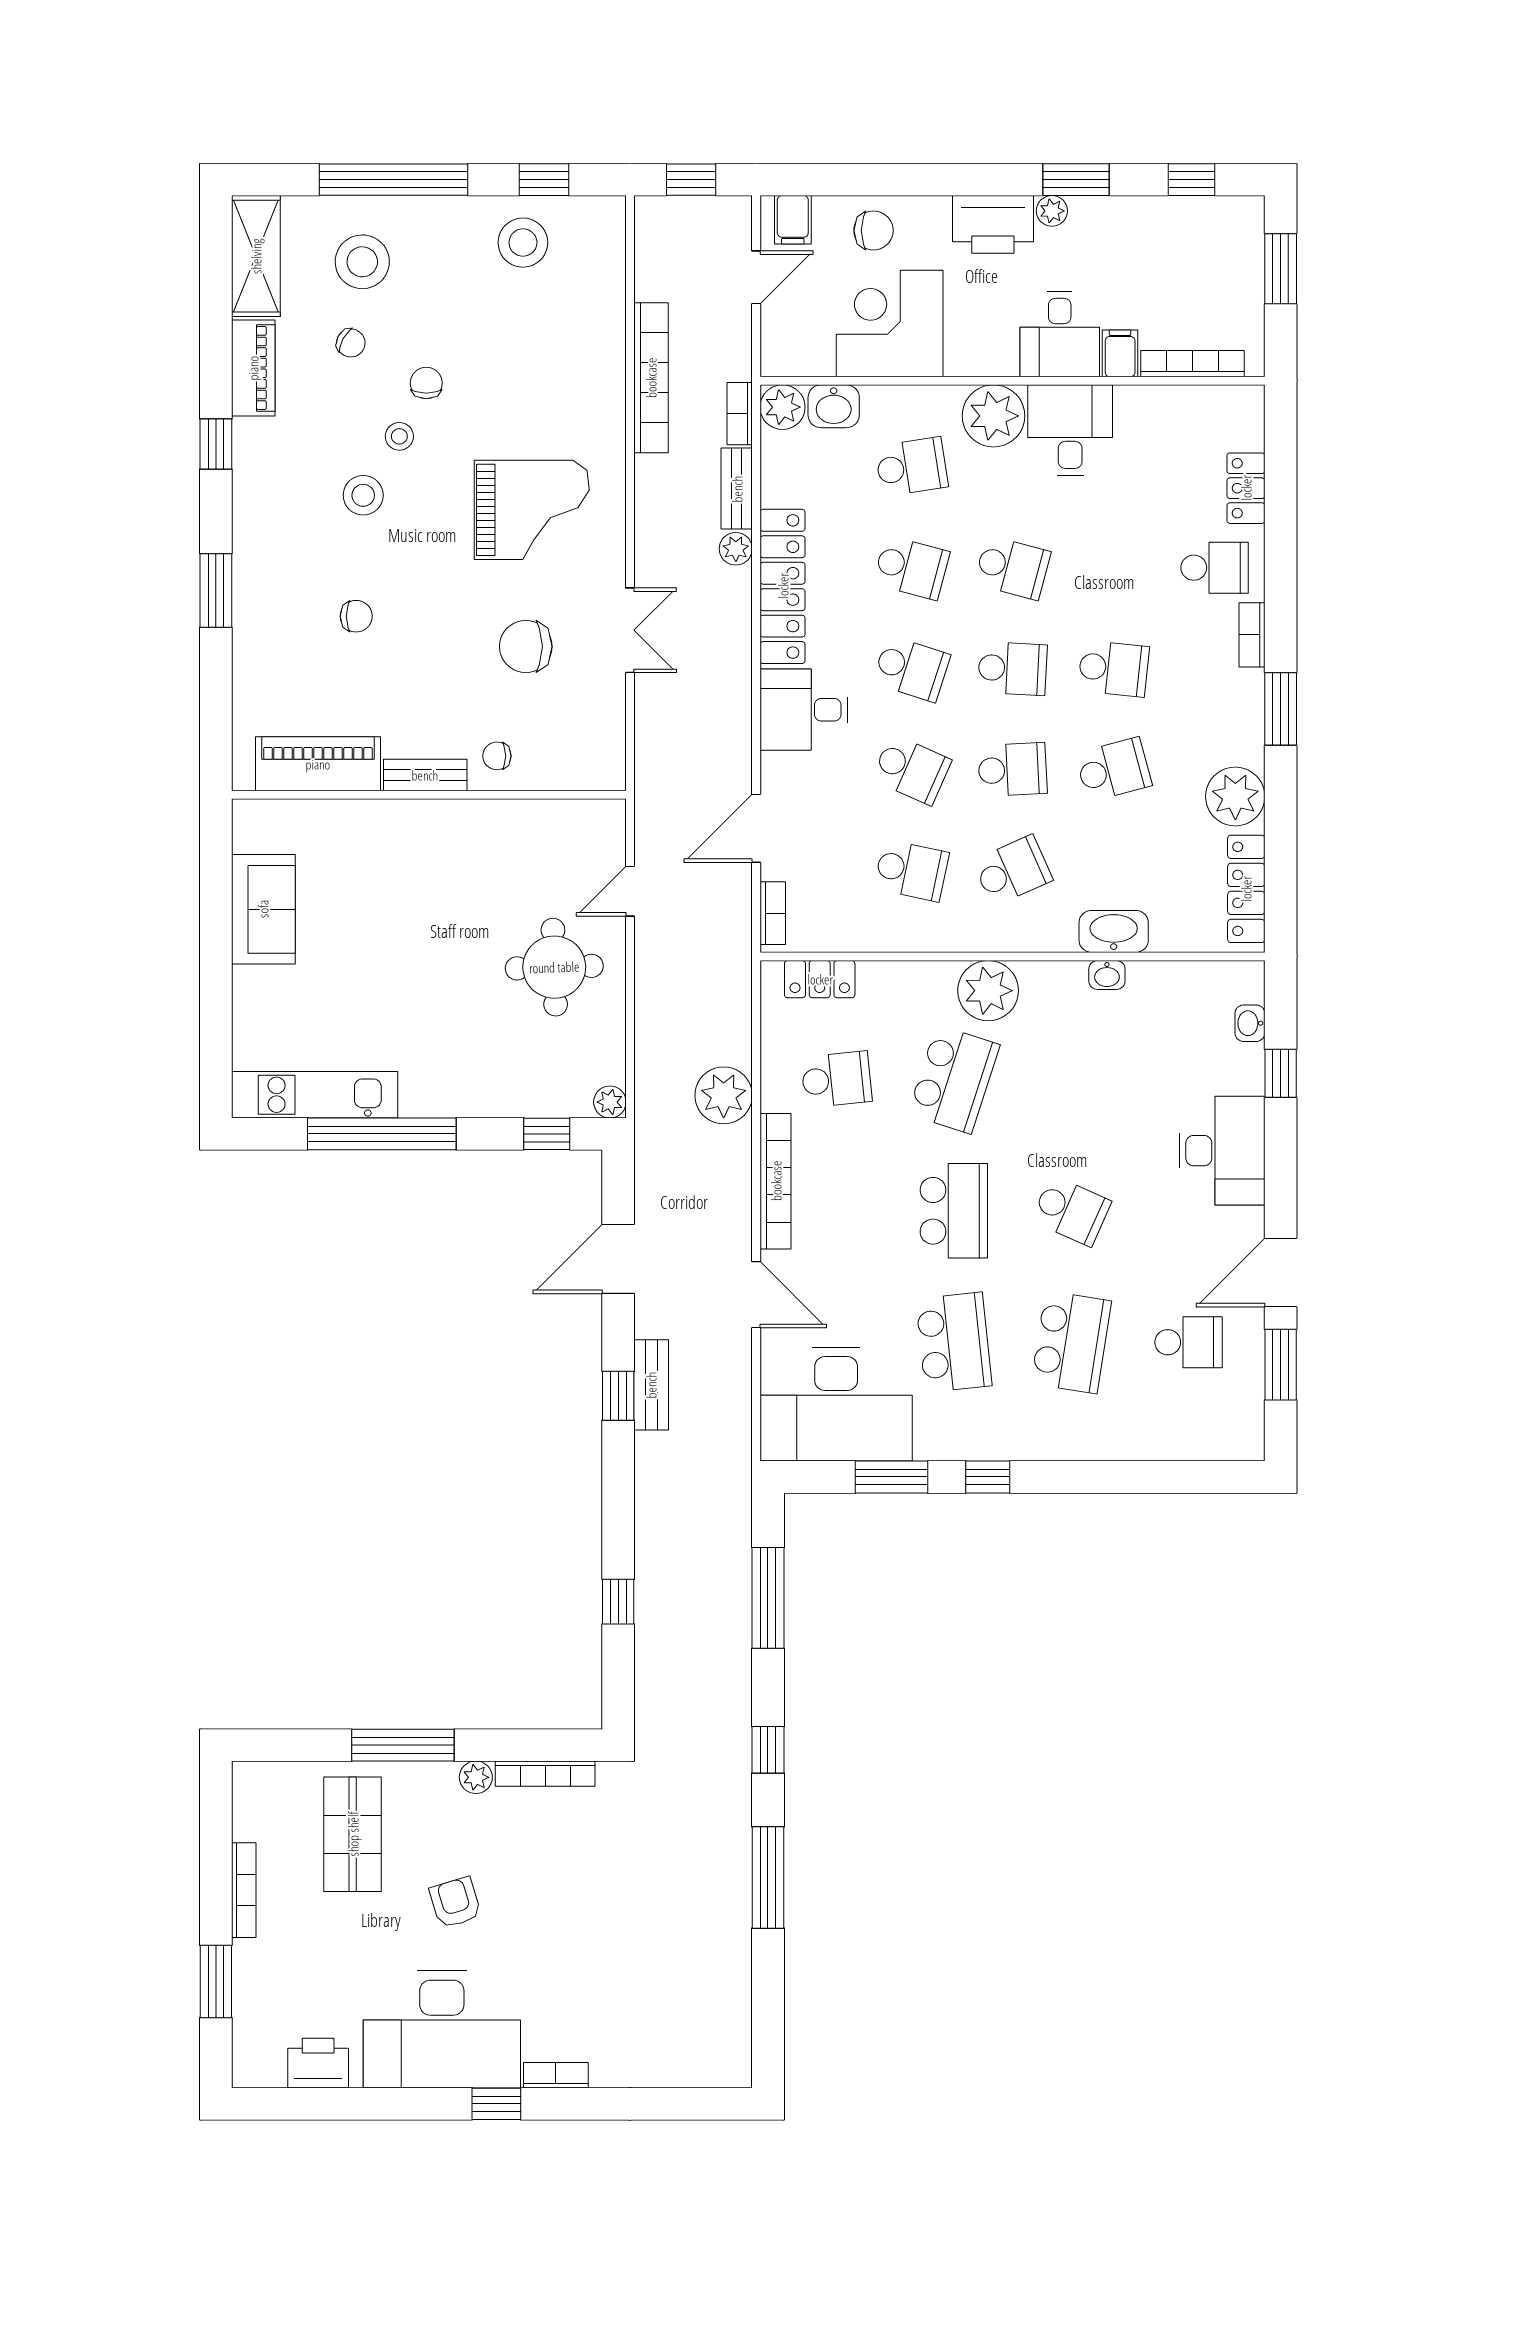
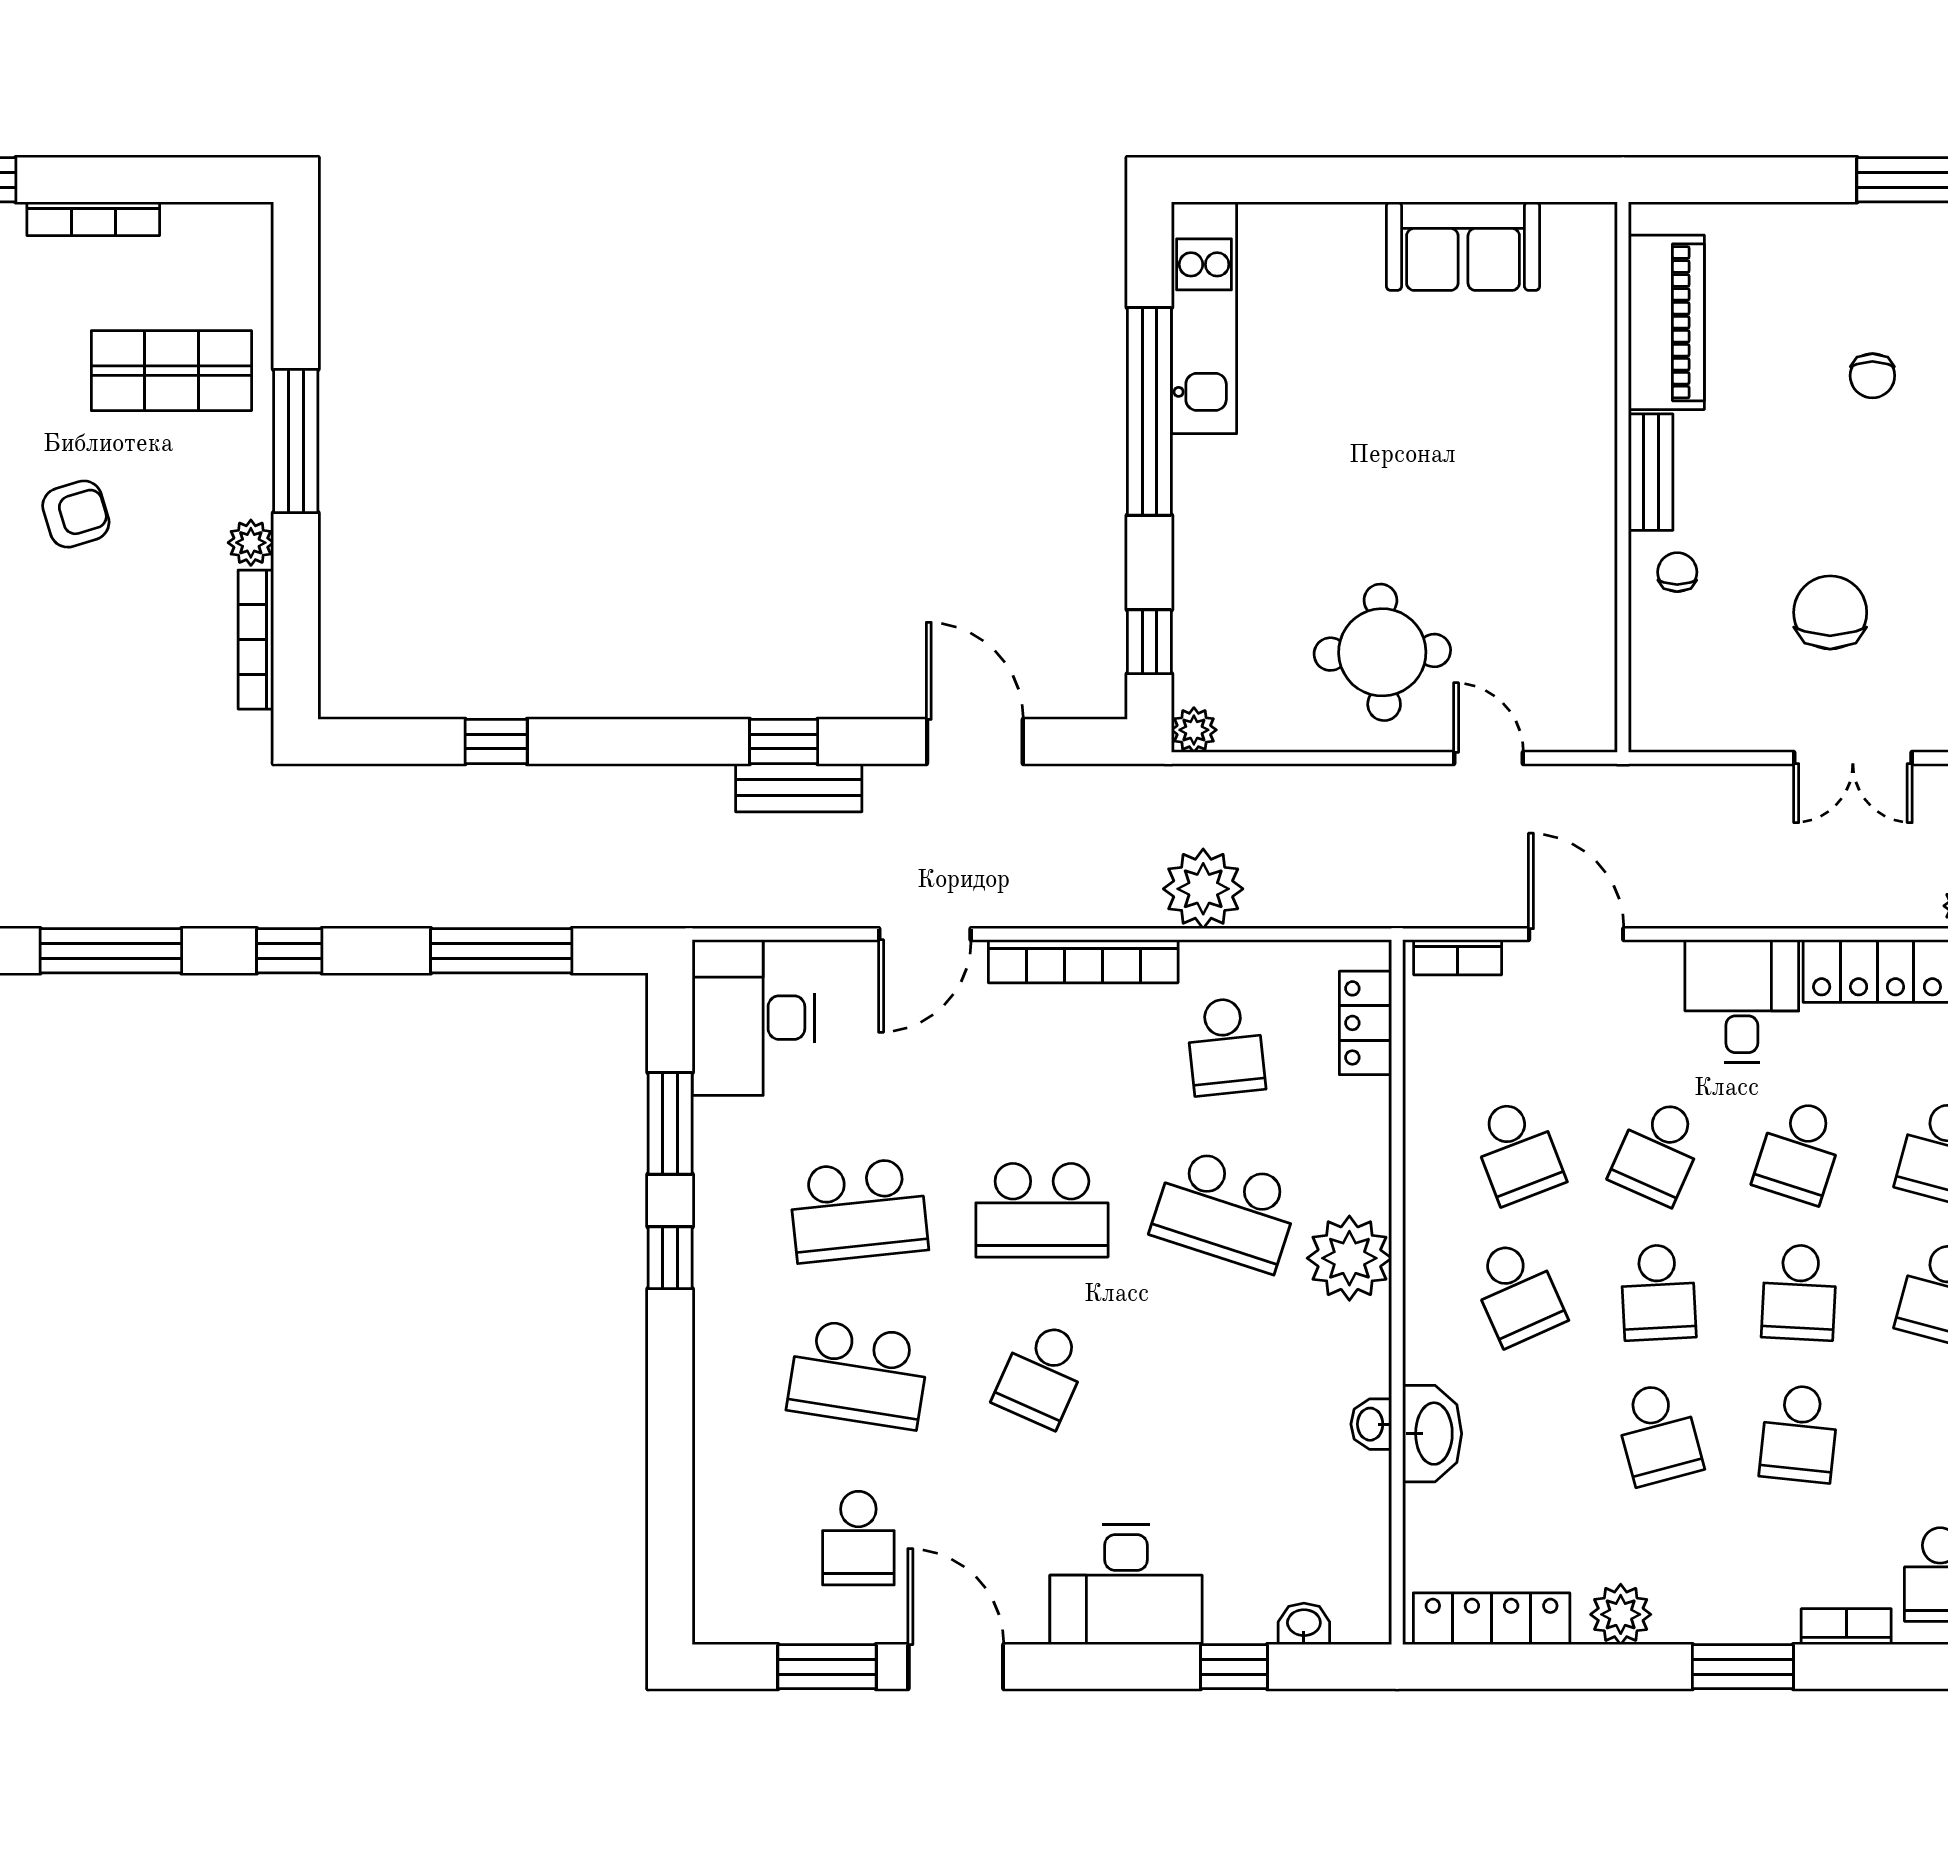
plant: (1235, 796) -> (1621, 1614), width x0.73, depth x0.73
school desk: (911, 871) -> (1517, 1151), turned -33
desk: (836, 1404) -> (753, 1018), width x0.73, depth x0.77

